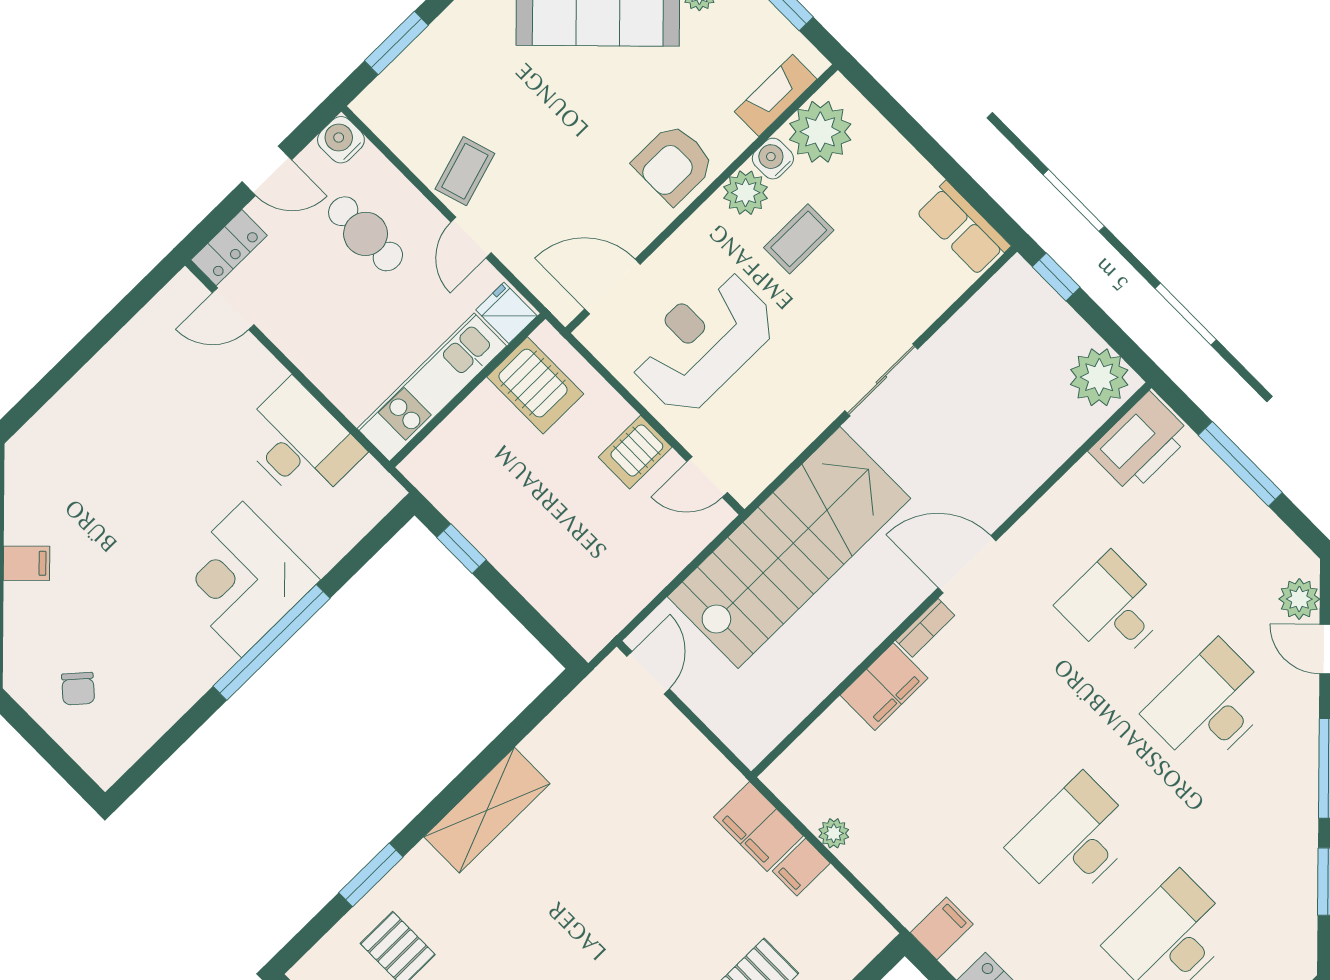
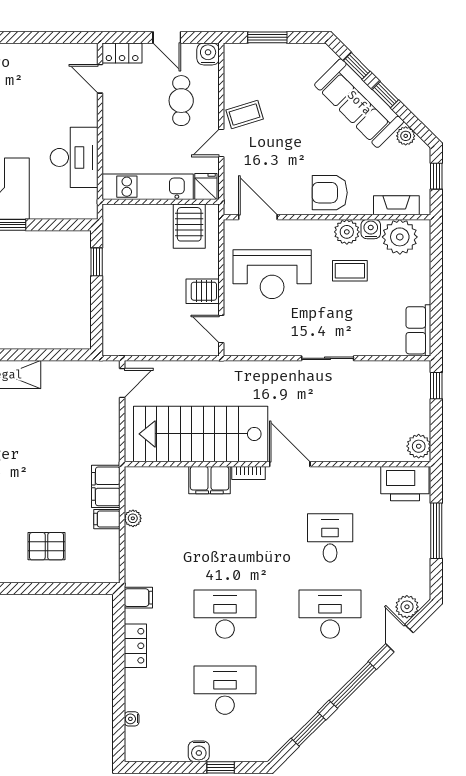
reception desk: (703, 342) -> (272, 274), turned 180
plant: (1099, 377) -> (419, 446), width x0.73, depth x0.73
stairs: (789, 547) -> (201, 434), moved, turned 180

